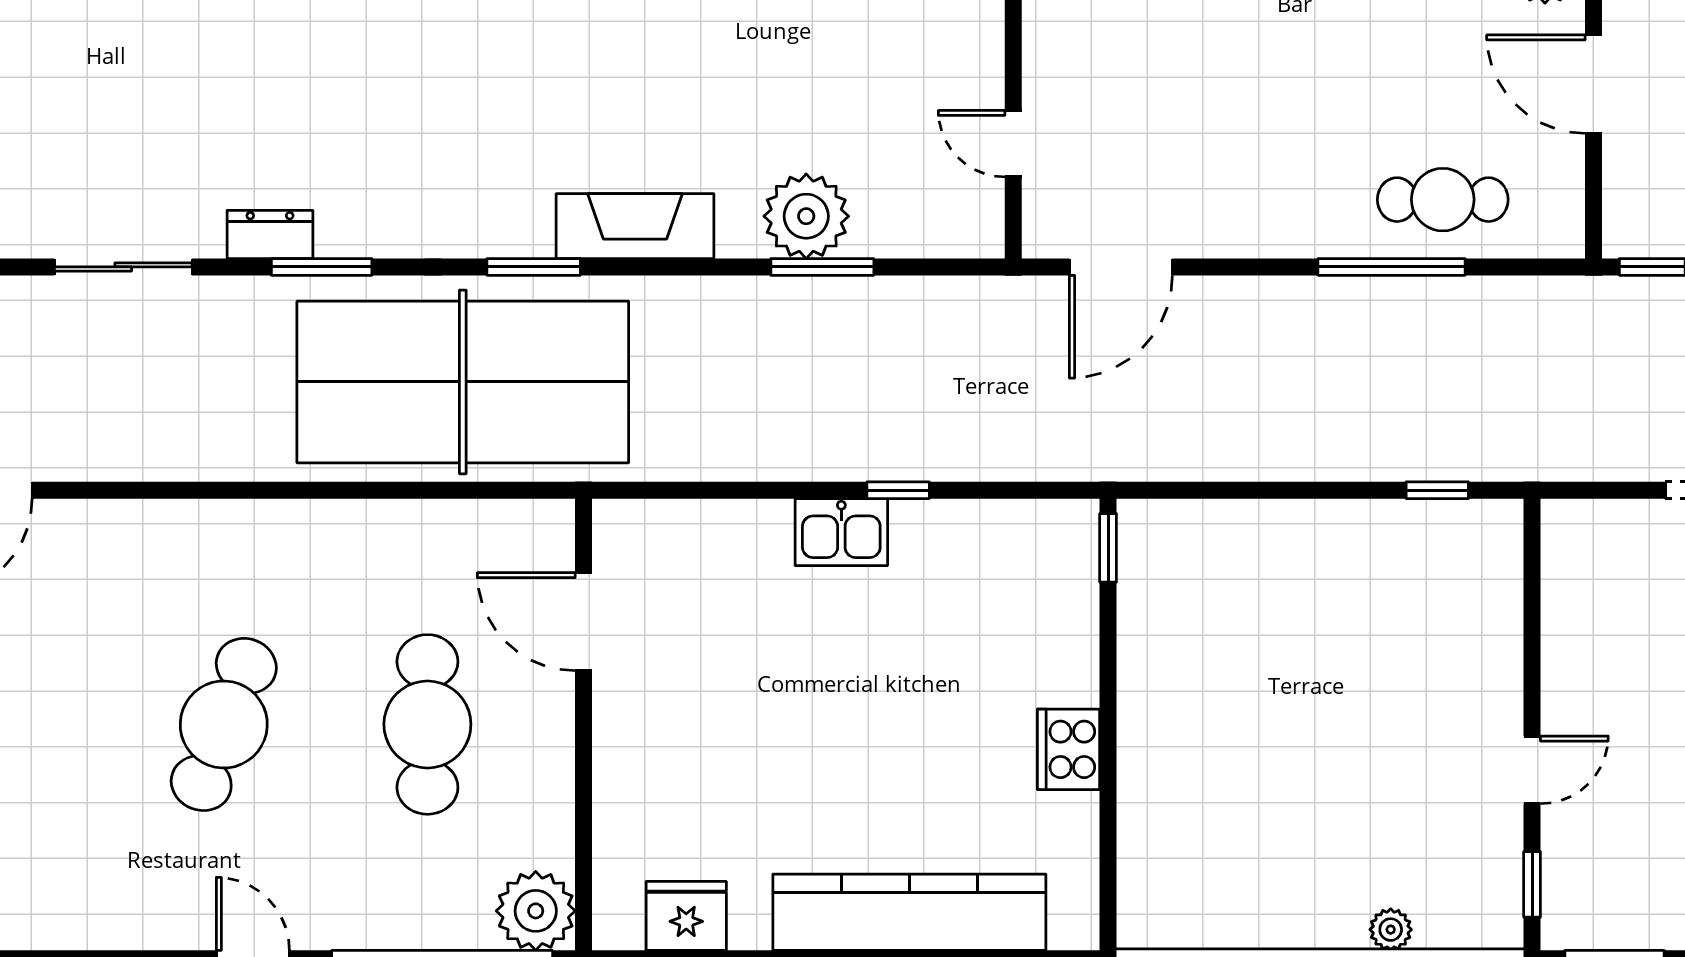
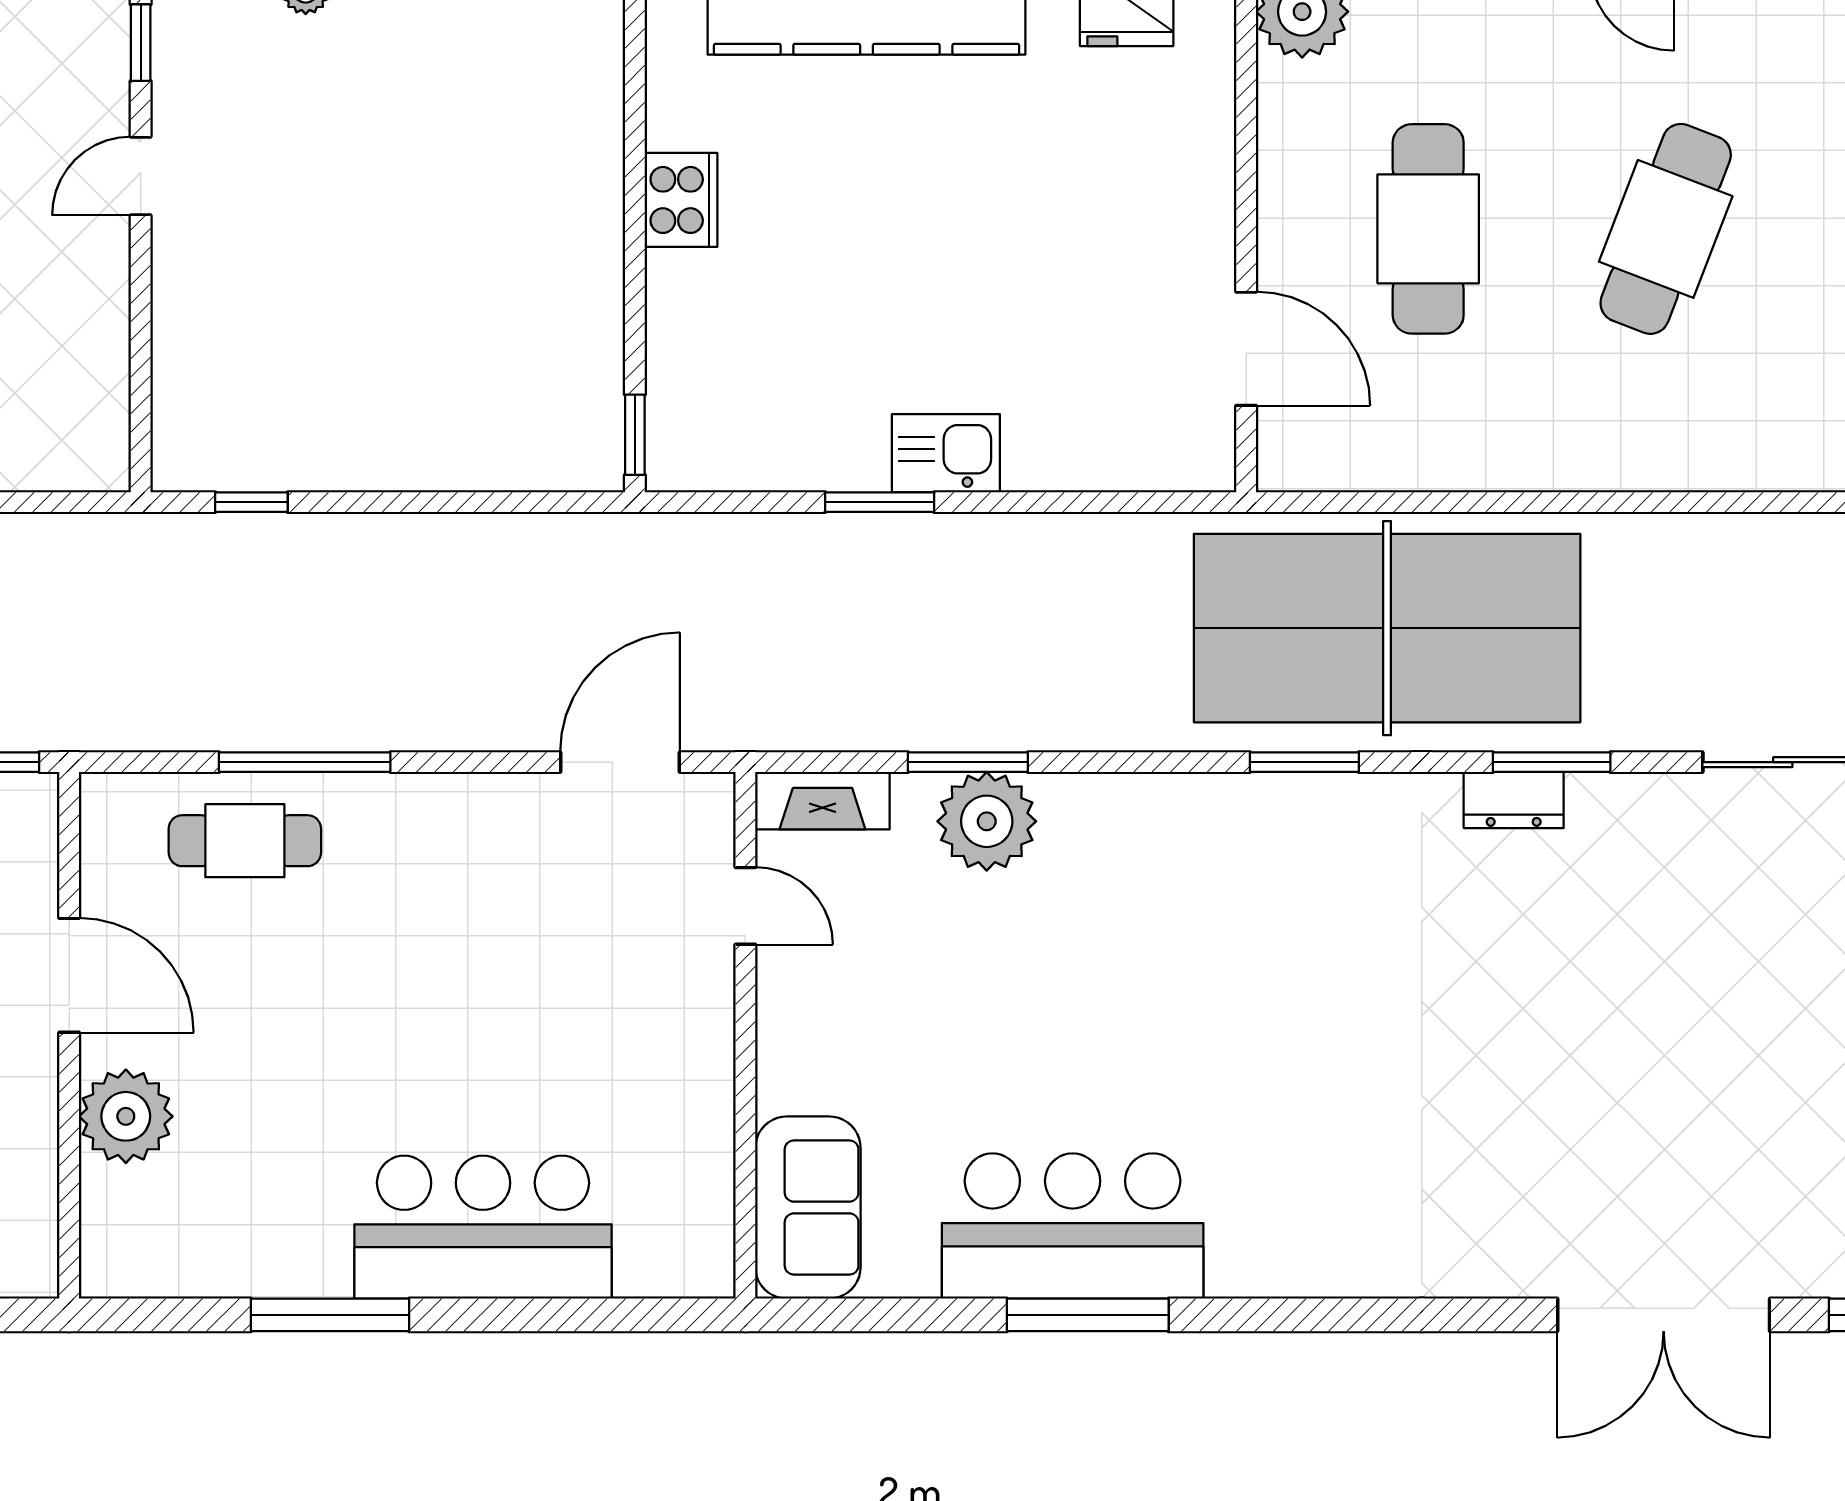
fireplace: (635, 226) -> (822, 801), moved, width x0.73, depth x0.76
dresser: (270, 234) -> (1514, 800), moved
window: (898, 490) -> (880, 502), width x1.50

